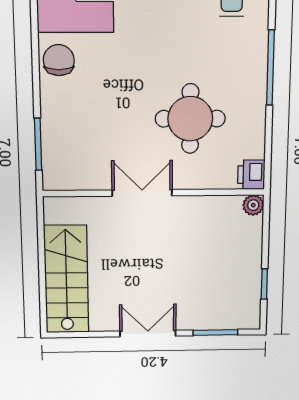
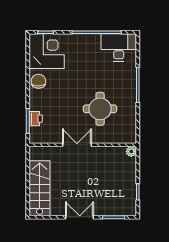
printer: (251, 175) -> (36, 119), moved, turned 180

